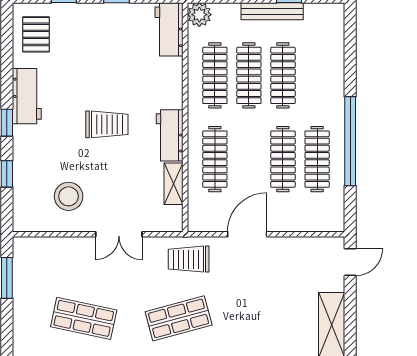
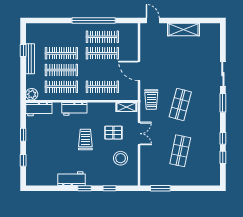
pallet: (36, 34) -> (113, 133), moved
workbench: (170, 135) -> (74, 109), moved
shelving: (173, 184) -> (126, 107), moved
shop shelf: (179, 318) -> (180, 104), turned 30

